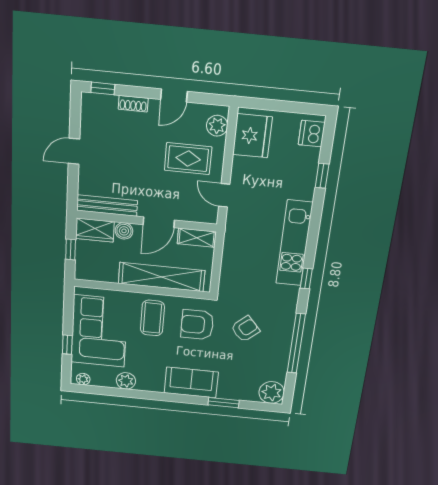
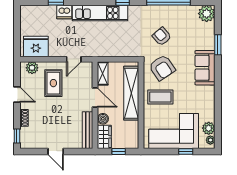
dishwasher: (312, 134) -> (64, 12), moved
armchair: (197, 325) -> (162, 68), turned -34
plant: (126, 381) -> (209, 128), moved

